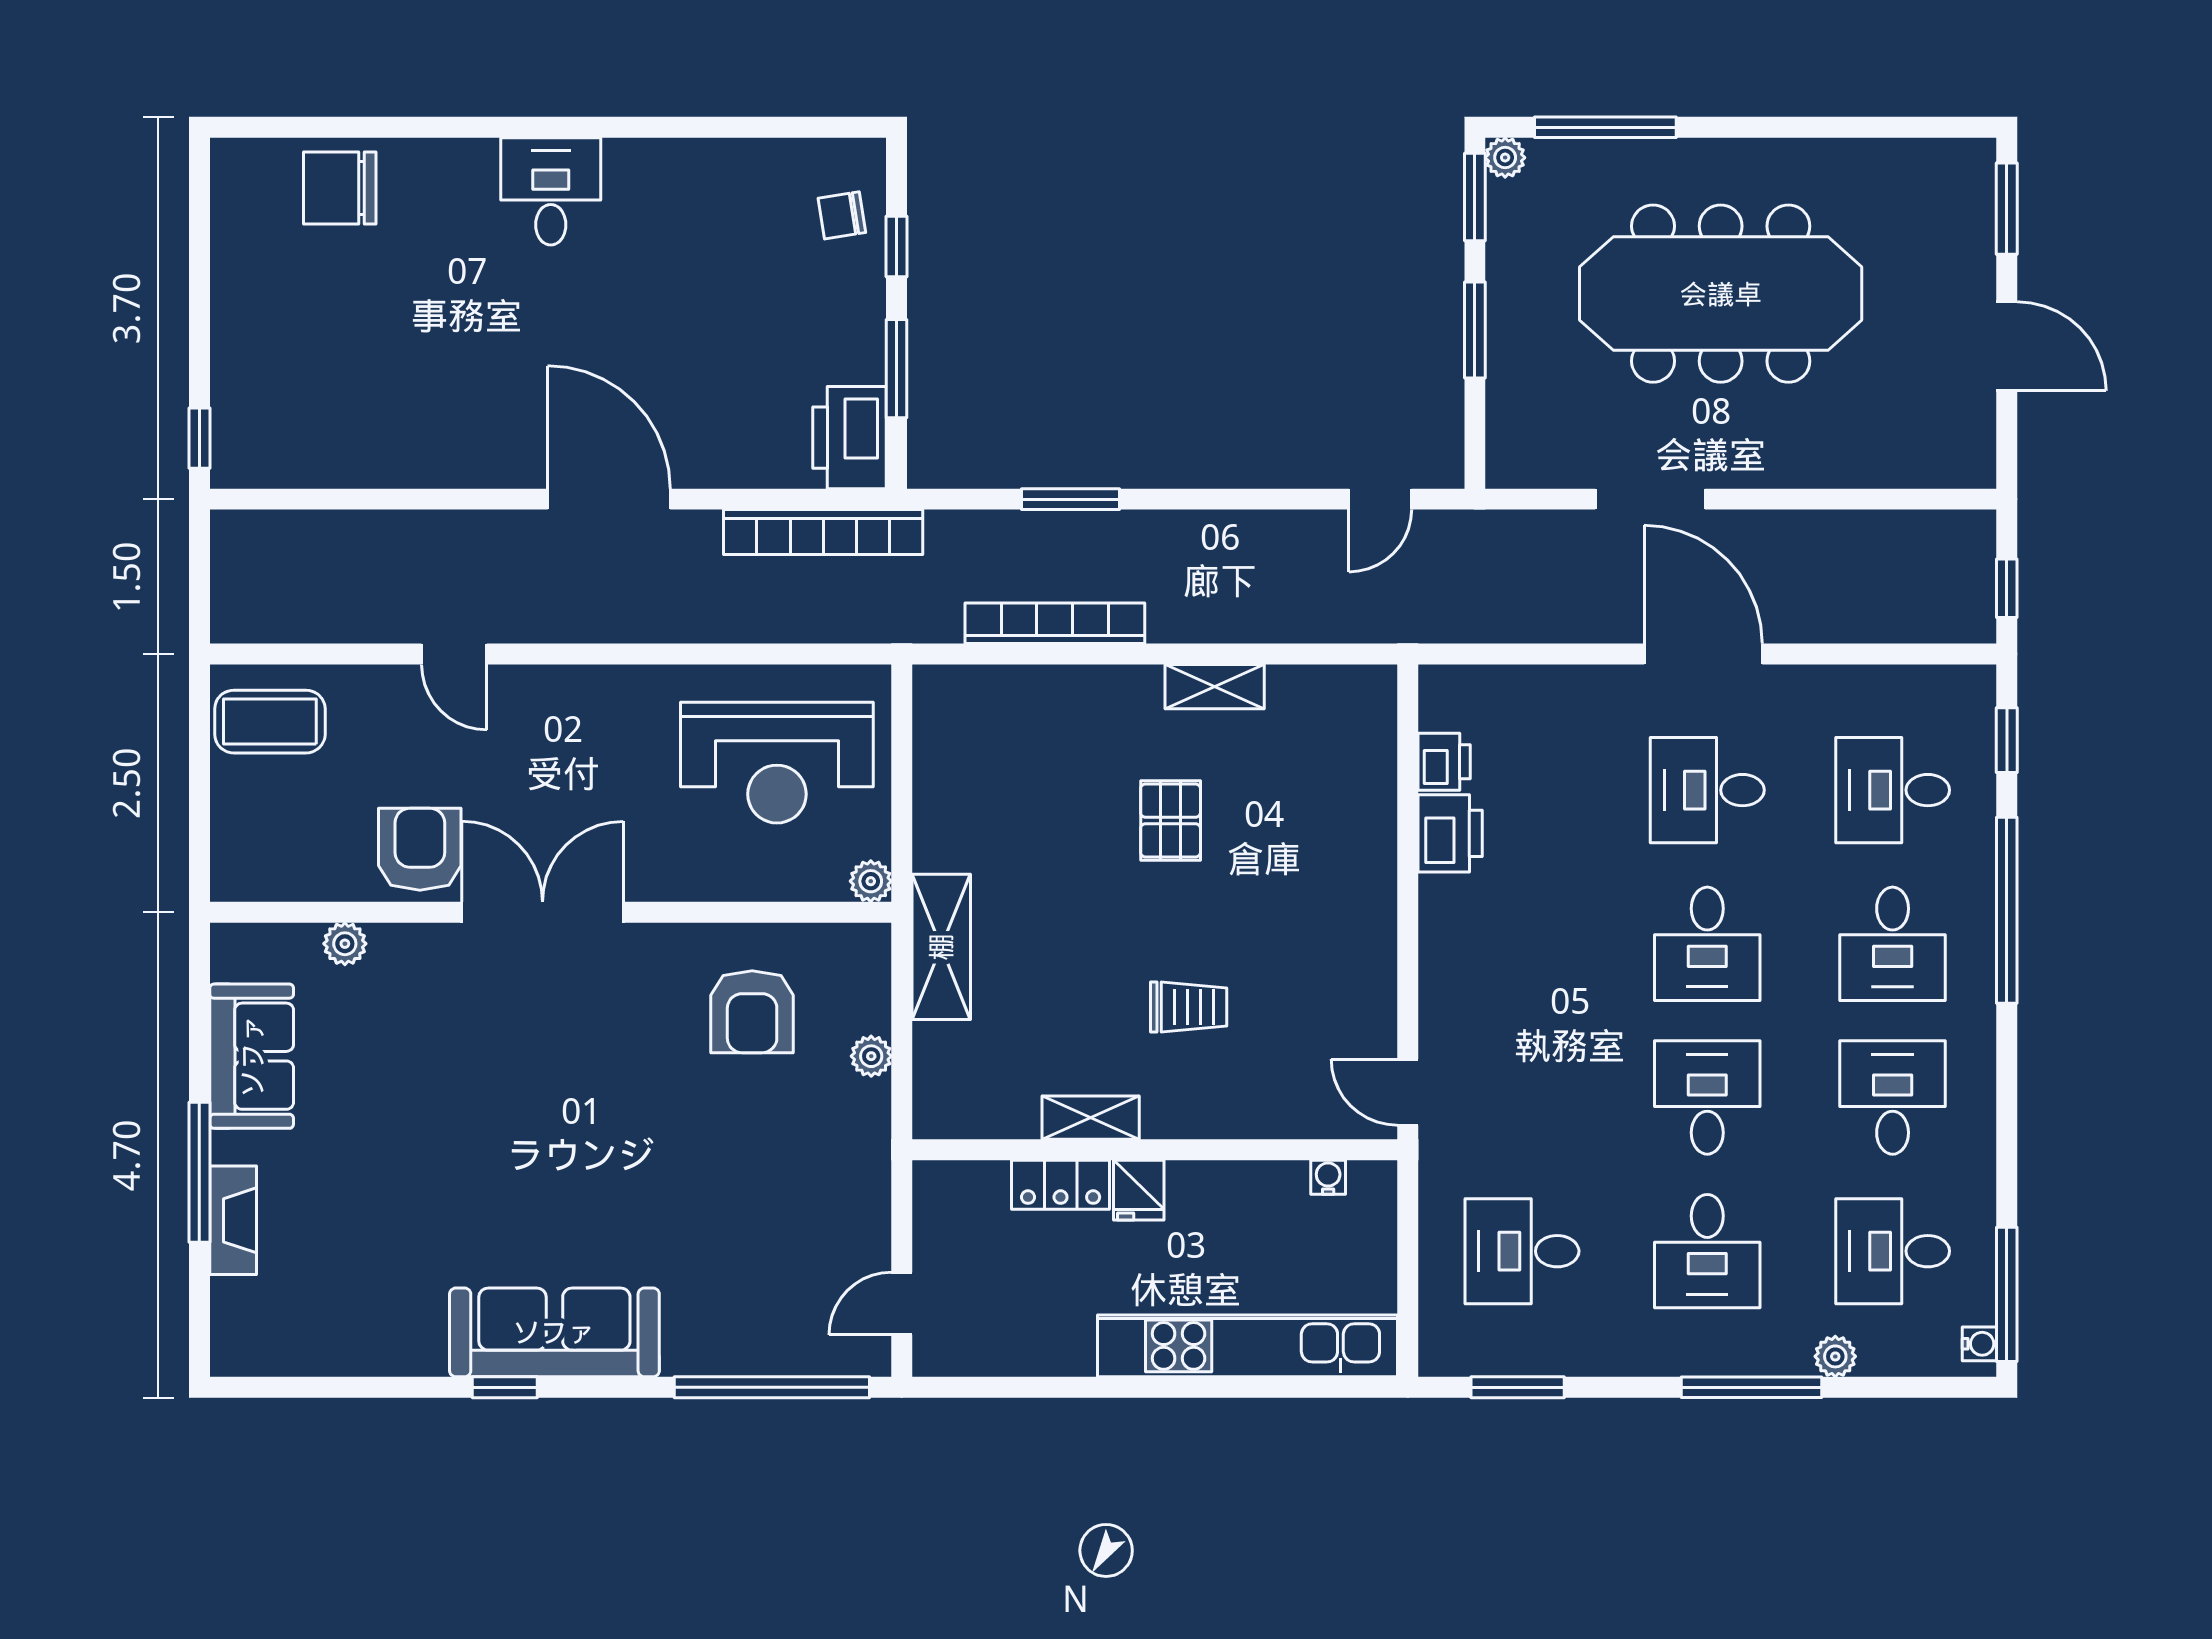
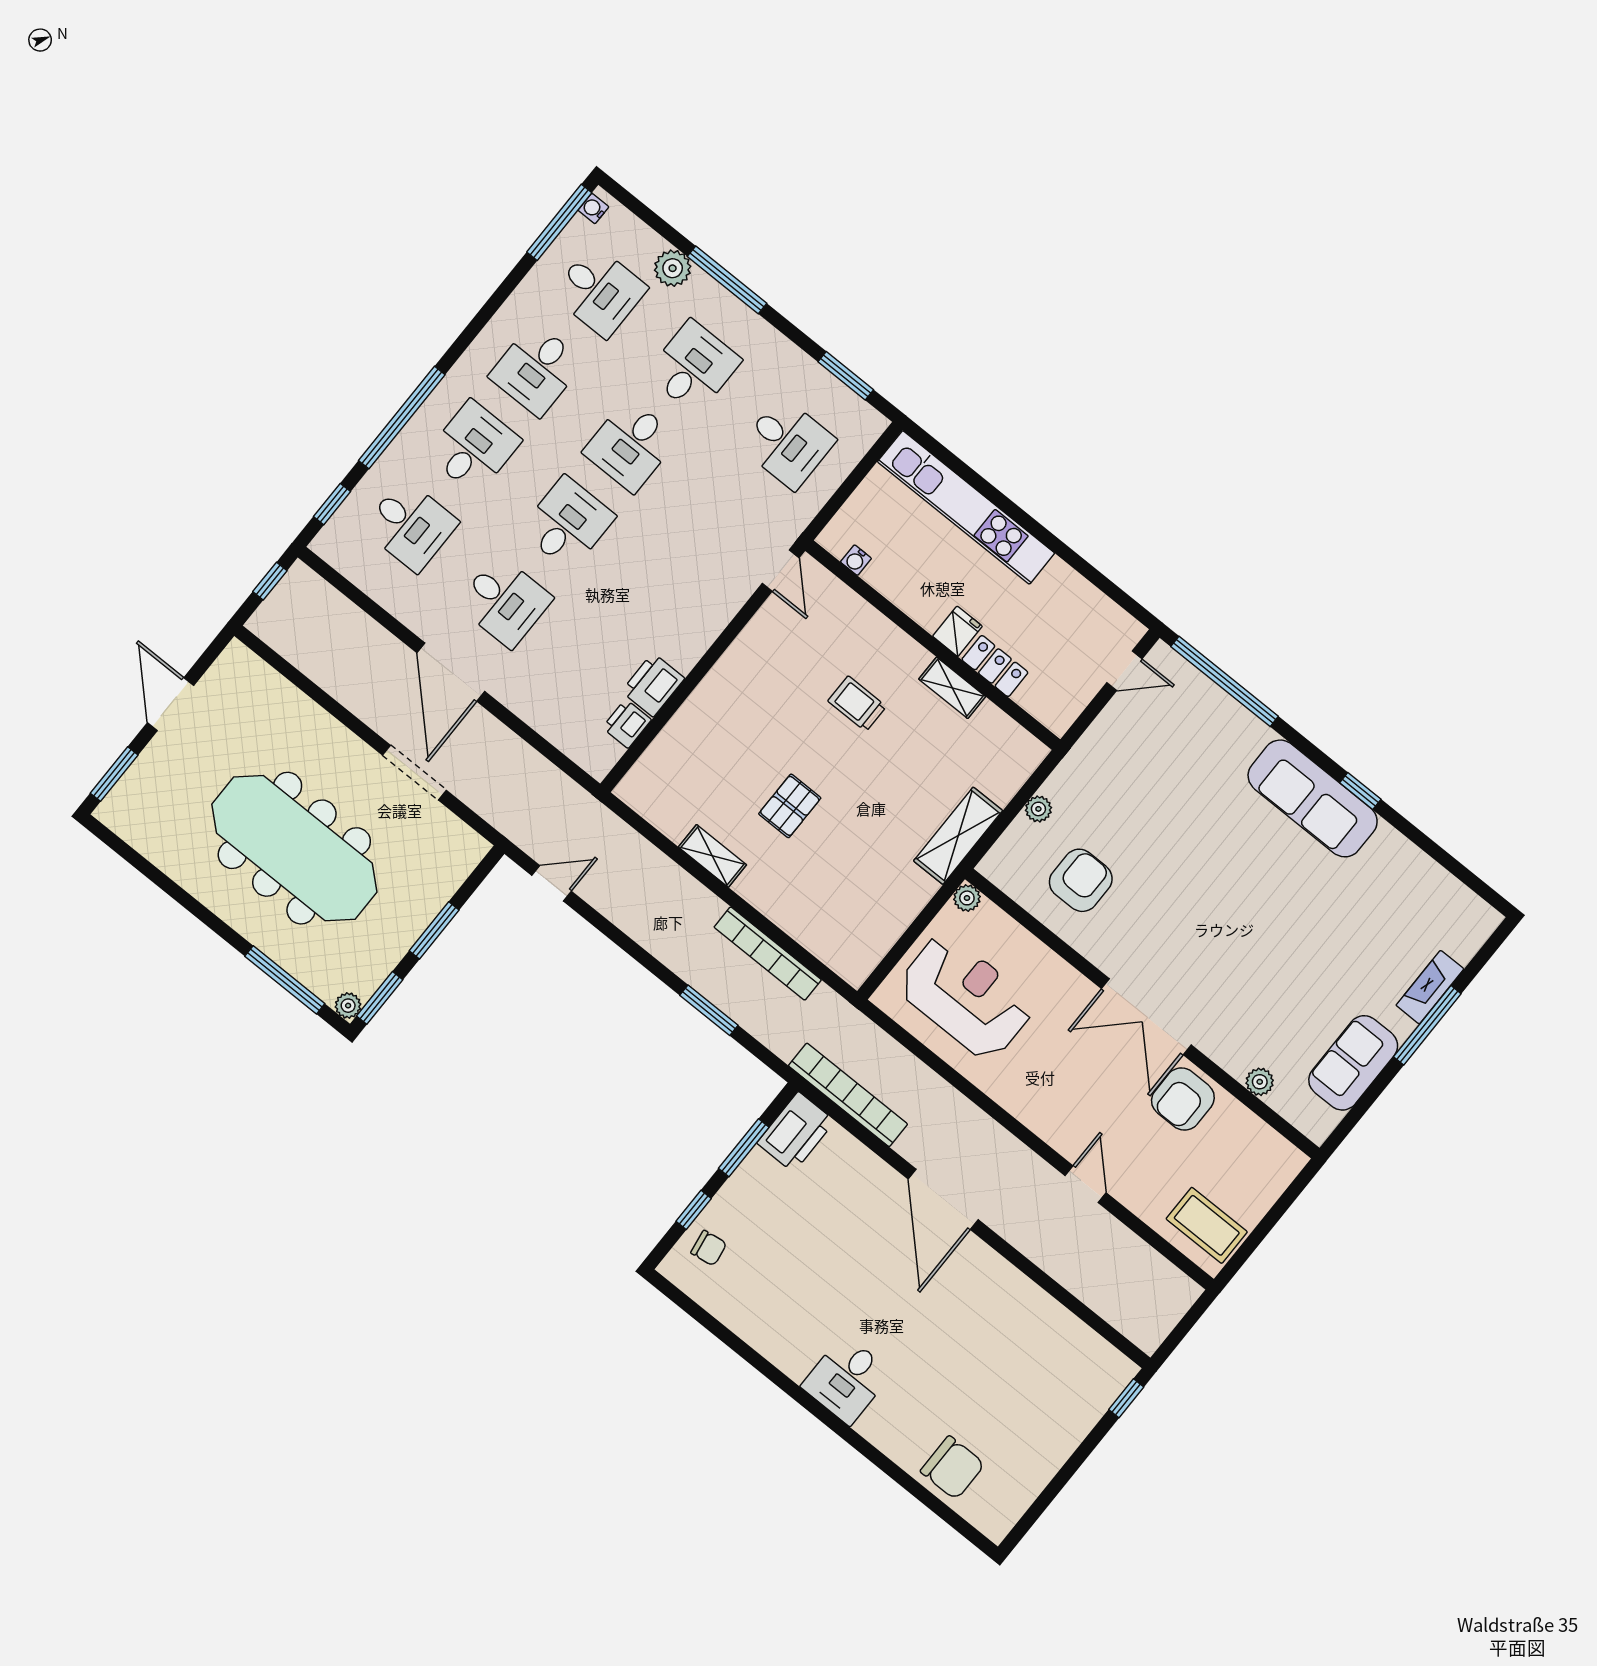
plant: (1835, 1356) -> (673, 268), width x1.38, depth x1.38

